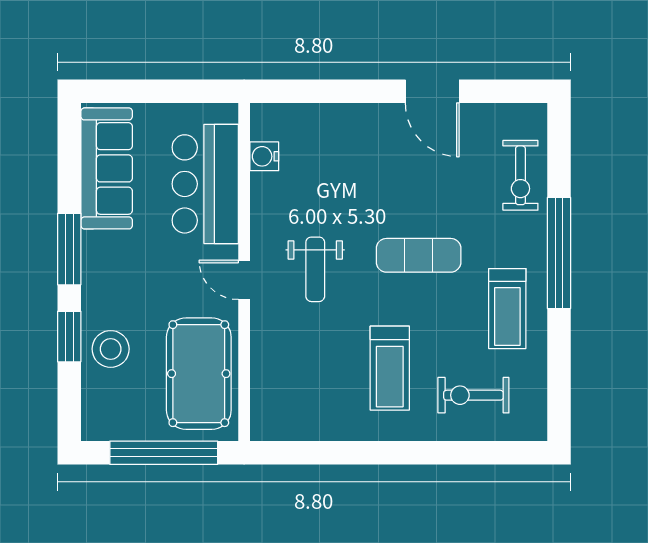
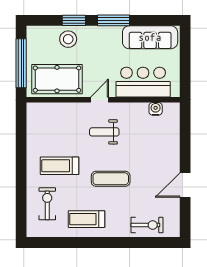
exercise bike: (520, 175) -> (147, 225), turned 180
window: (559, 253) -> (112, 243), removed
exercise mat: (419, 255) -> (111, 179), turned 90

